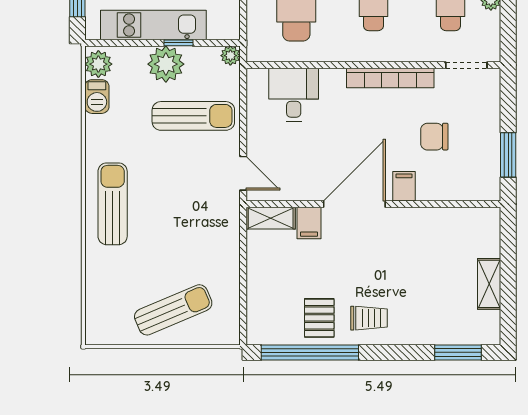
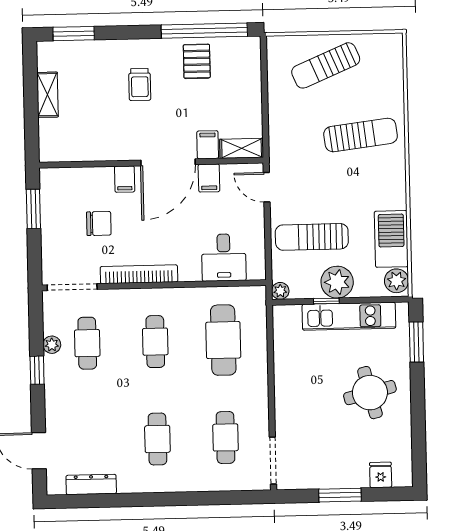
doorway: (466, 65) -> (72, 287), width x1.38
barbecue: (97, 97) -> (391, 239), width x1.88, depth x1.53
filing cabinet: (308, 185) -> (209, 178), added
sun lounger: (113, 204) -> (361, 135), moved, turned -97
trolley: (369, 318) -> (140, 85), moved, turned -90

